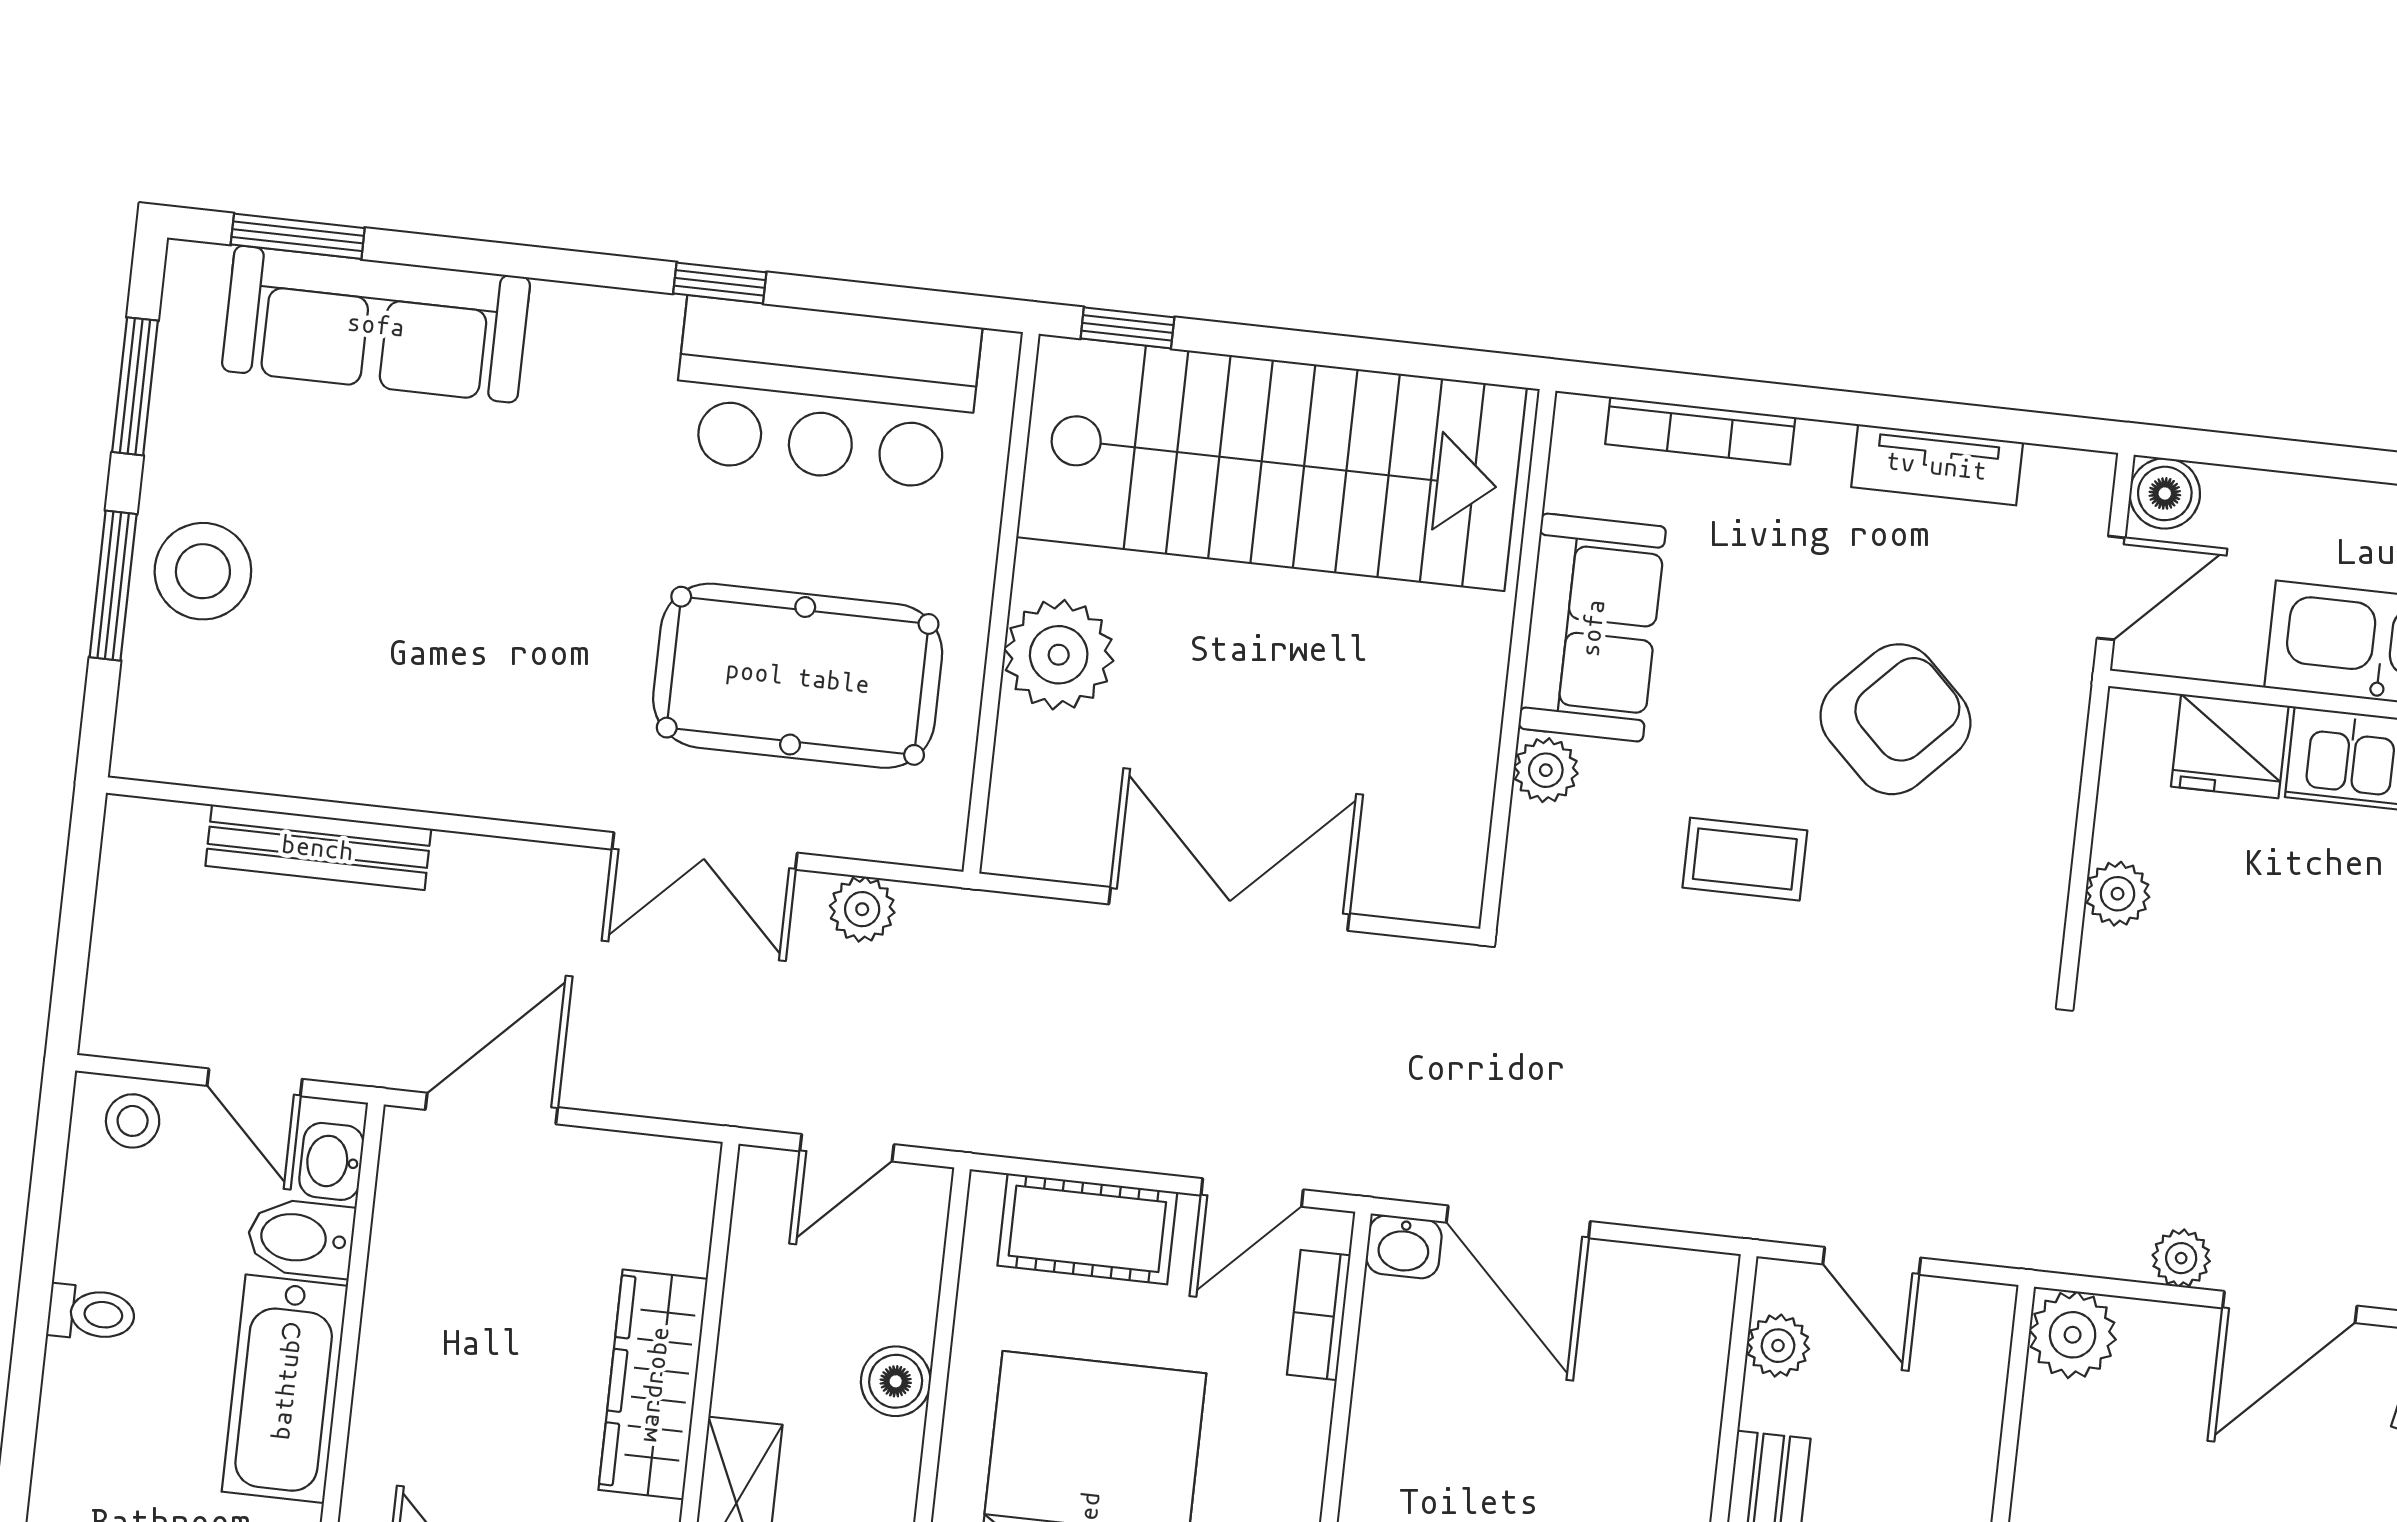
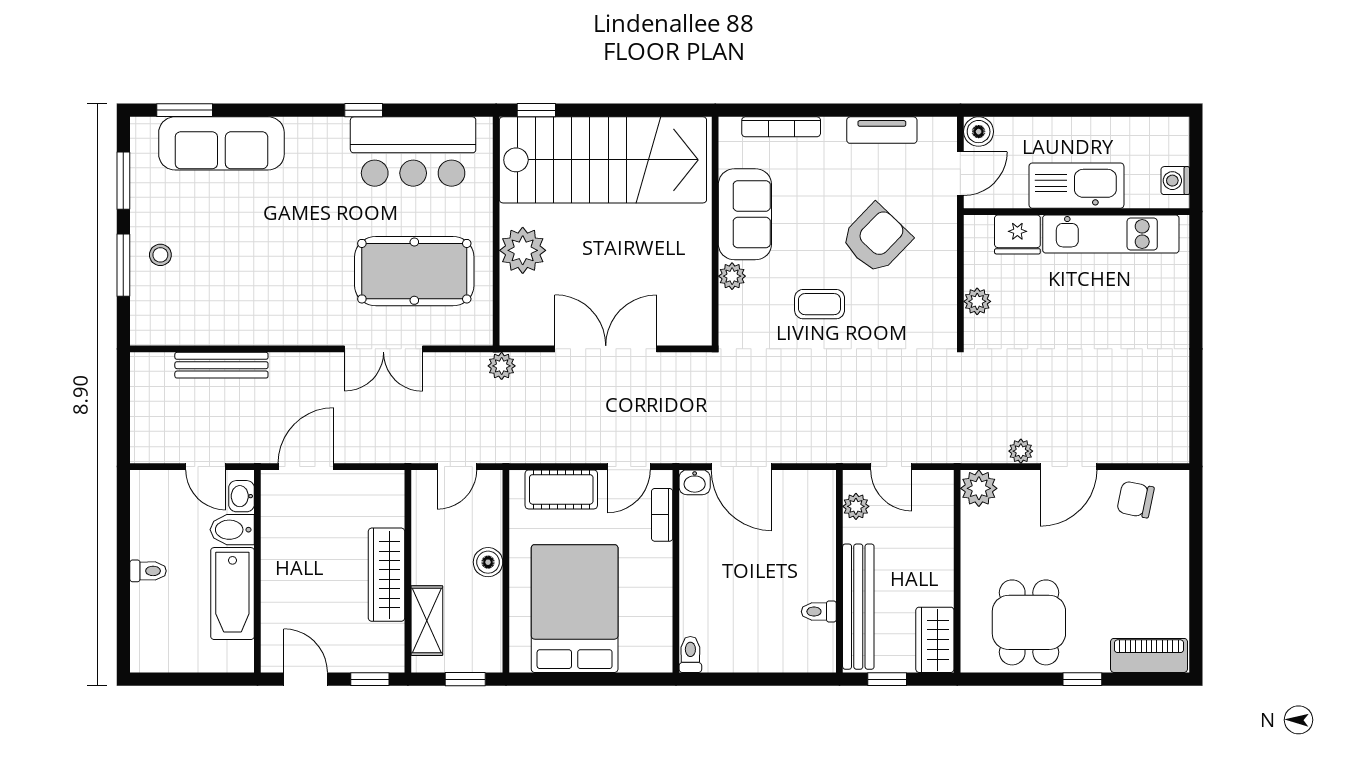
stool: (203, 571) -> (160, 255), width x0.53, depth x0.53
plant: (862, 909) -> (502, 366), moved
stool: (133, 1121) -> (156, 488), removed

